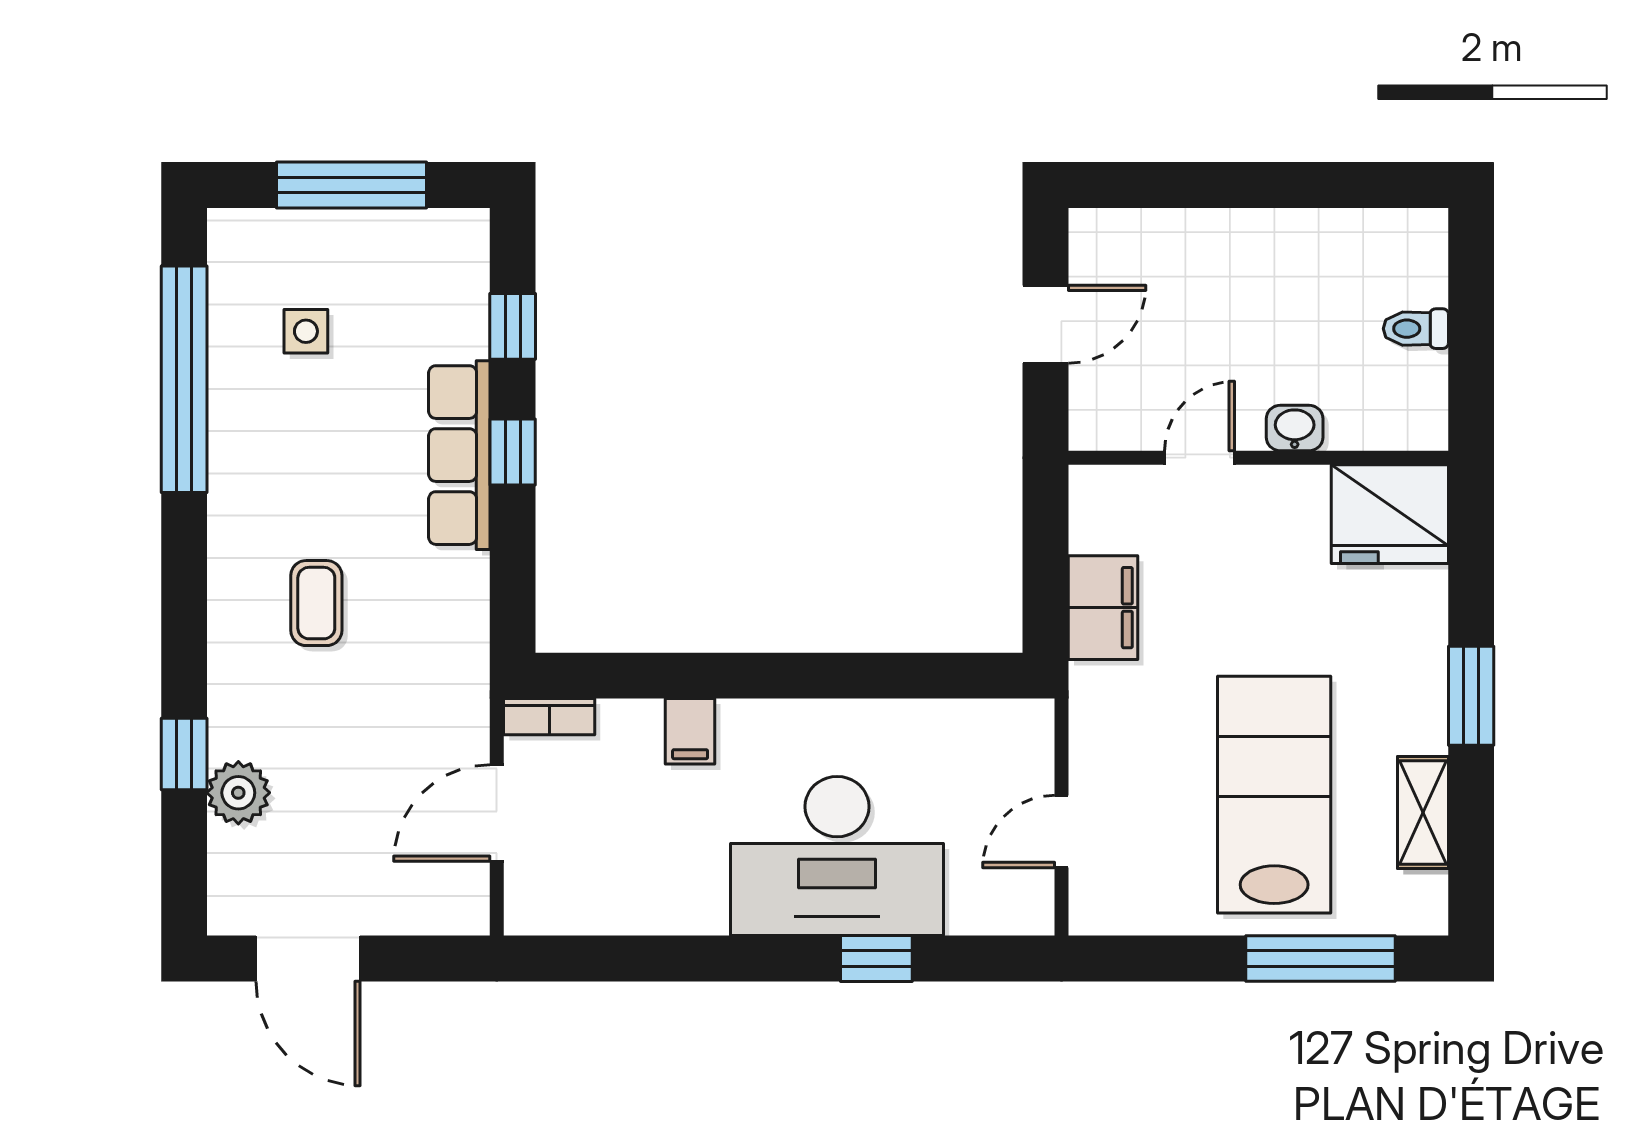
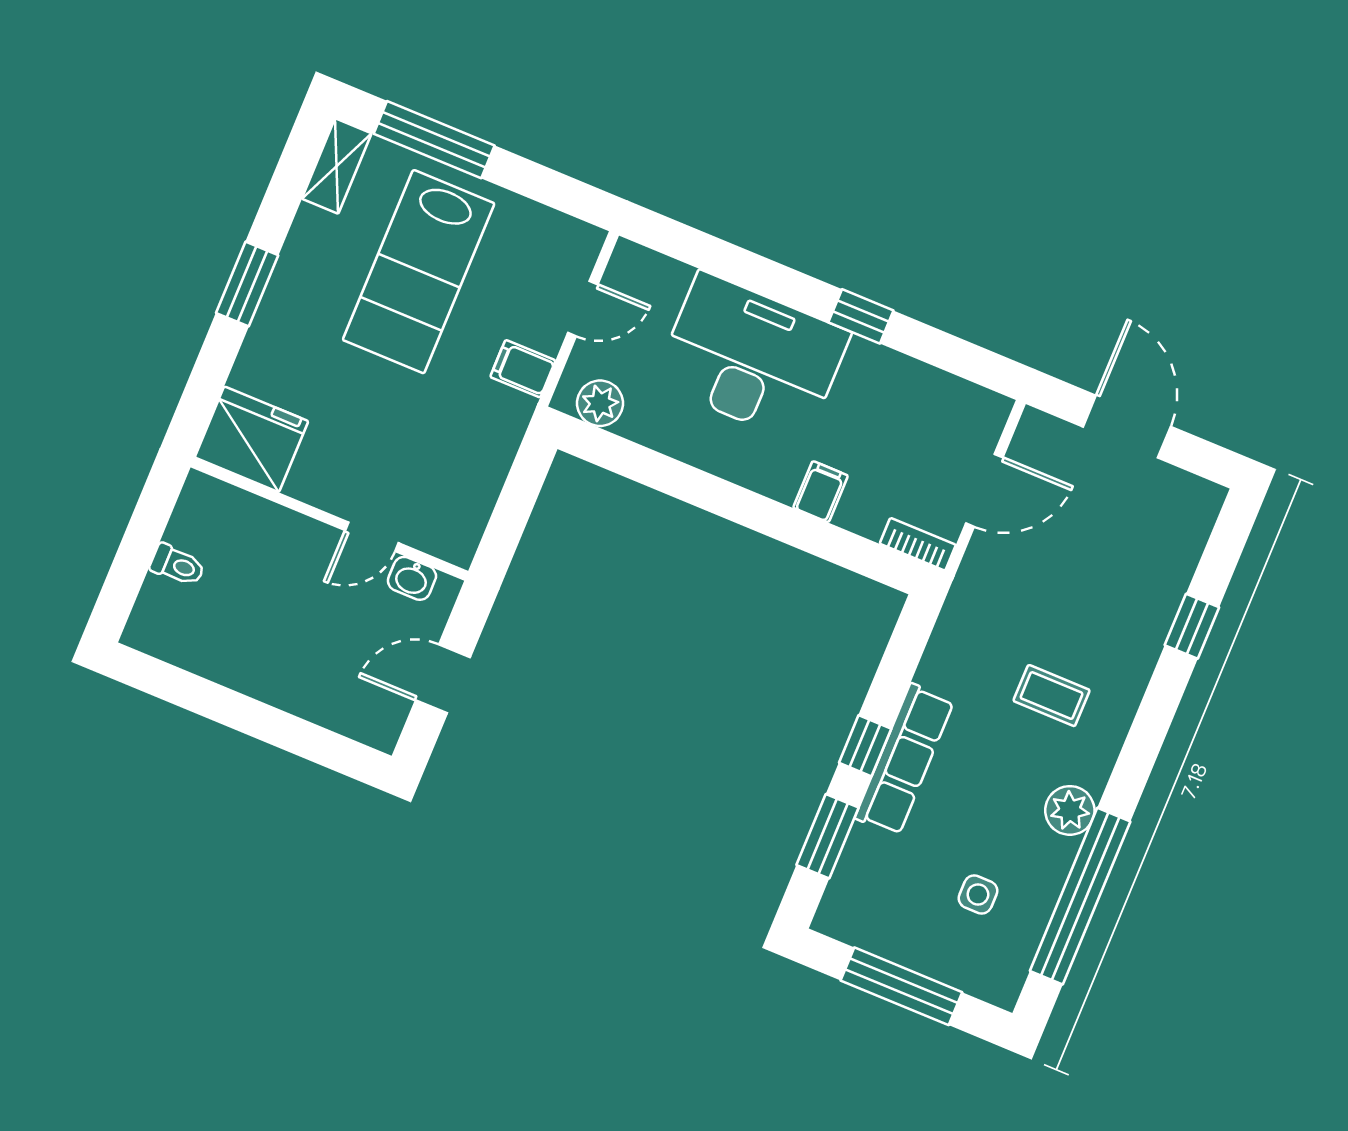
window: (513, 326) -> (828, 836), width x1.50
washbasin: (1295, 428) -> (412, 578), moved
coffee table: (316, 603) -> (1052, 696), turned 90
filing cabinet: (1103, 608) -> (523, 369), moved, width x0.50
plant: (995, 728) -> (600, 403), added
plant: (238, 793) -> (1070, 810), moved
shelving: (1423, 812) -> (337, 166), moved
door: (308, 959) -> (1127, 427), moved
window: (876, 959) -> (861, 316), moved

